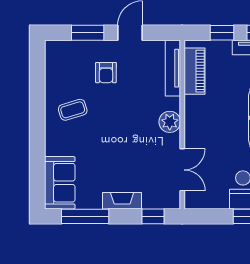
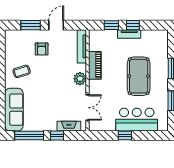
piano: (195, 71) -> (95, 65), moved
sofa: (60, 183) -> (14, 110), width x1.36
fireplace: (122, 201) -> (69, 126), moved
window: (153, 216) -> (57, 135), moved

